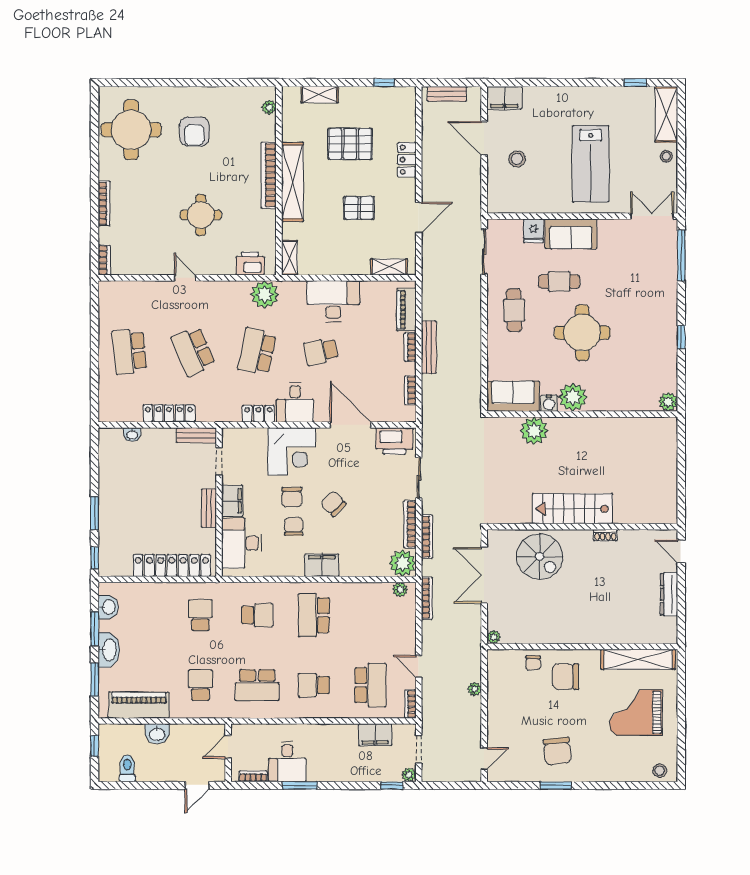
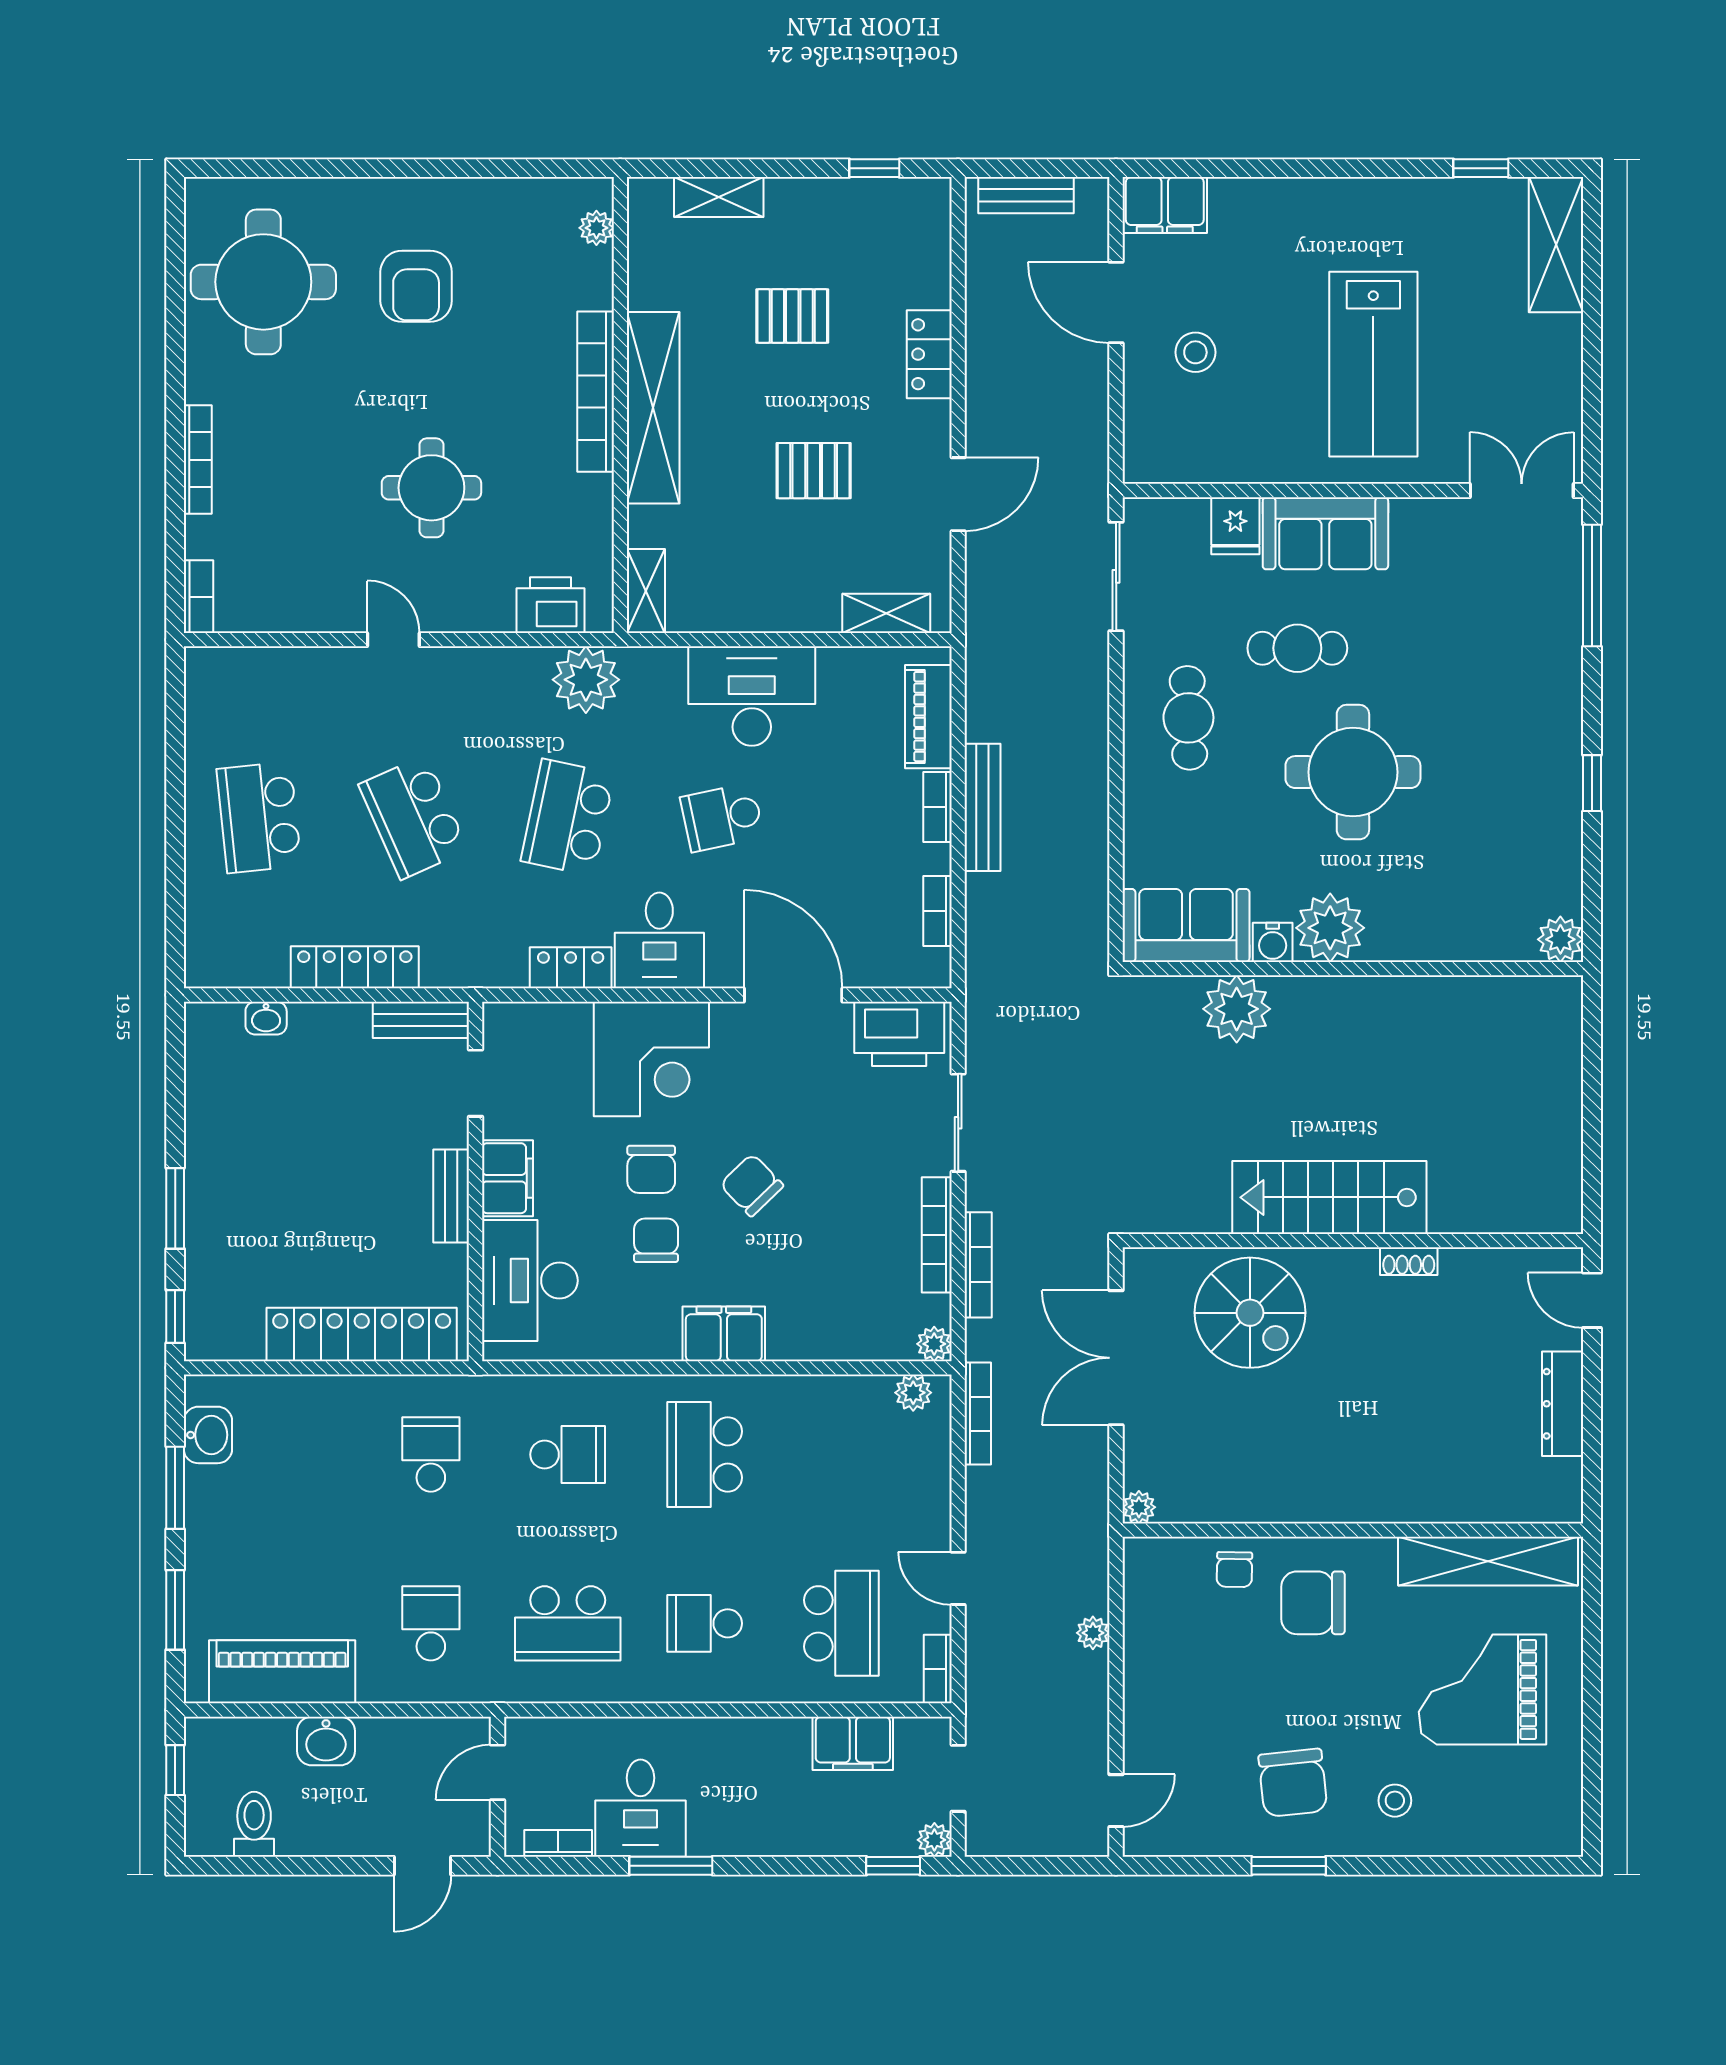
pallet: (350, 144) -> (792, 316), width x0.67, depth x0.71
stool: (666, 156) -> (1556, 346), removed
plant: (403, 563) -> (934, 1344), width x0.53, depth x0.53
washbasin: (109, 650) -> (210, 1539), removed
stool: (660, 771) -> (1395, 1801), moved

